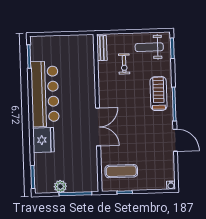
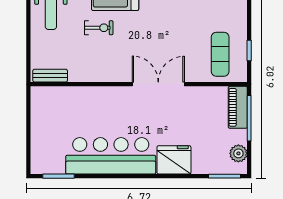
exercise bike: (124, 64) -> (99, 28), moved
piano: (83, 185) -> (238, 107), added
plant: (60, 186) -> (238, 153), moved

